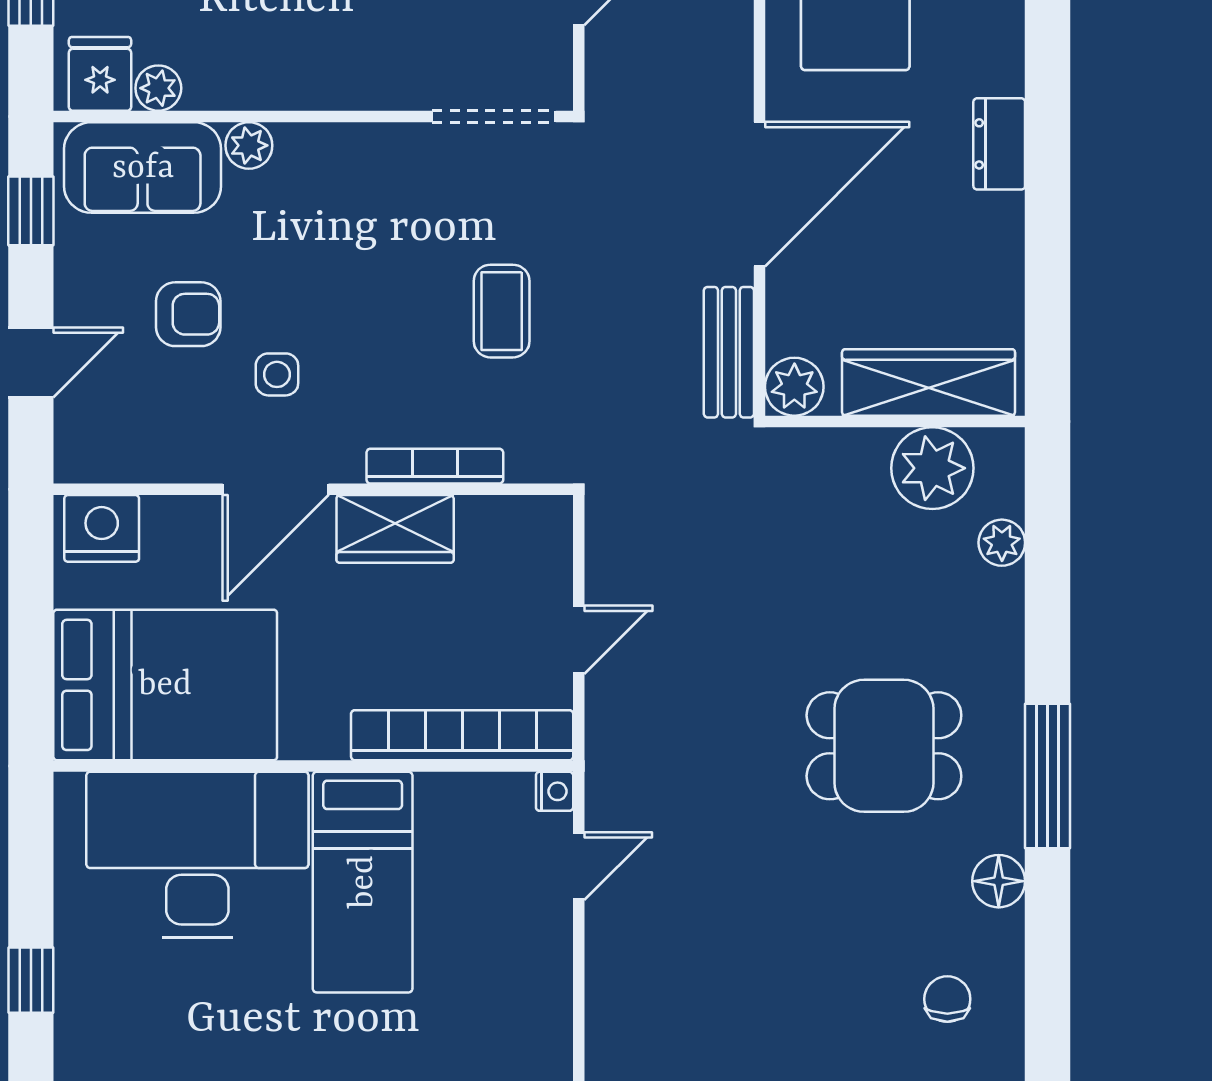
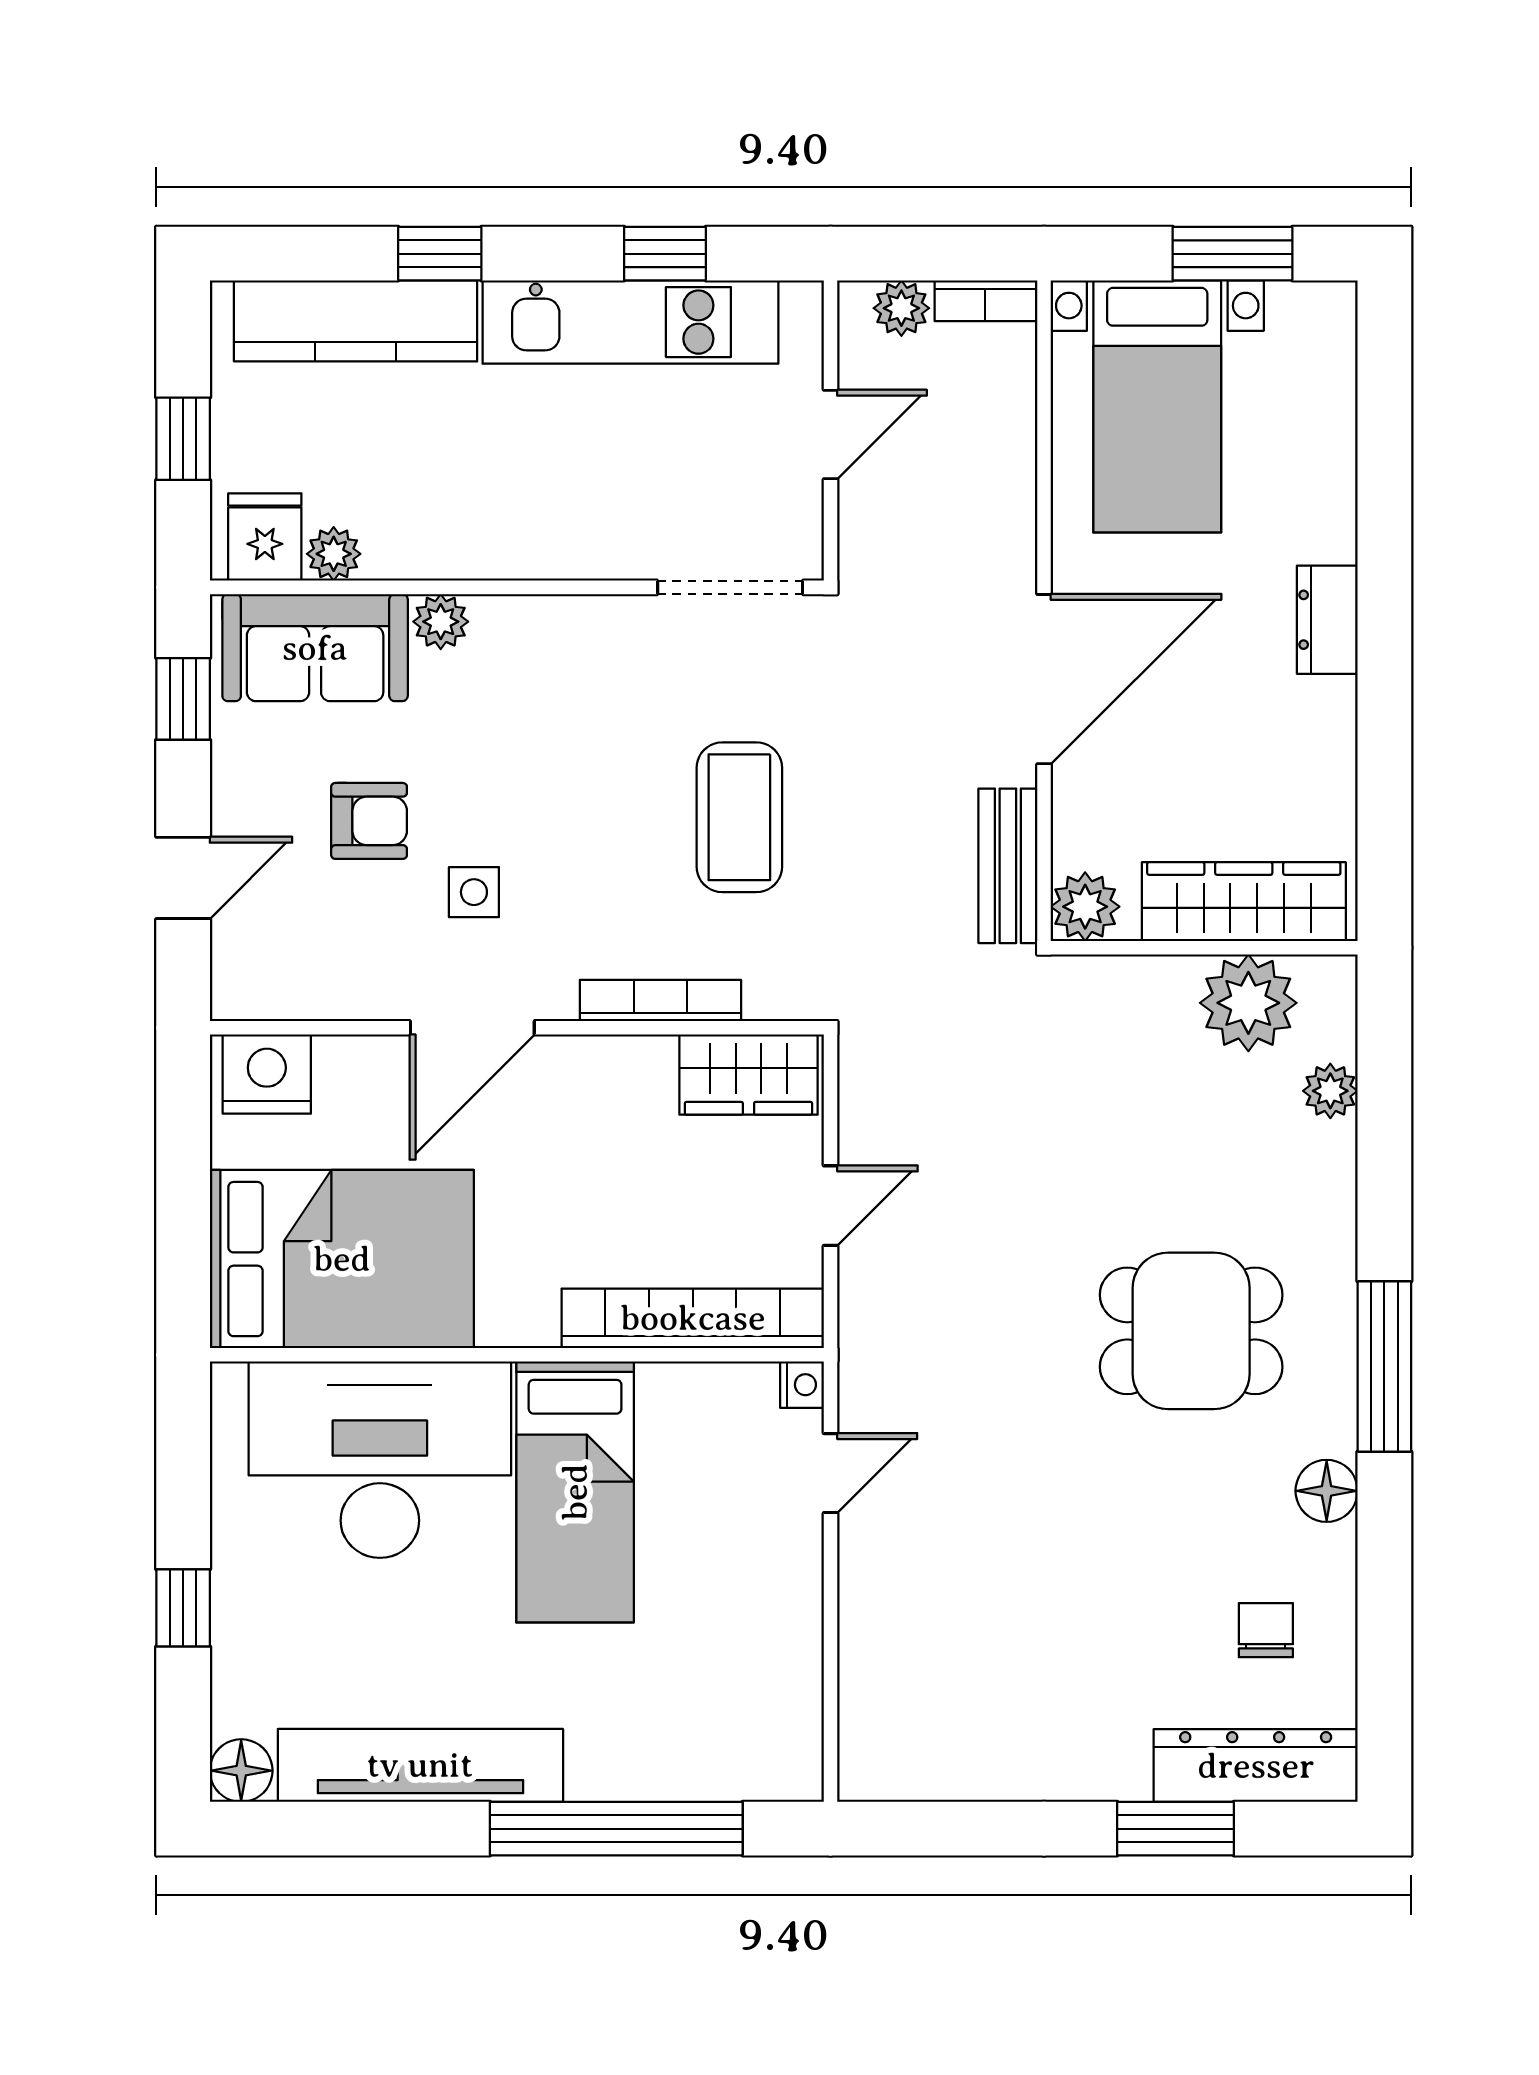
coffee table: (502, 311) -> (739, 817), width x1.36, depth x1.30
wardrobe: (395, 529) -> (748, 1075), moved

